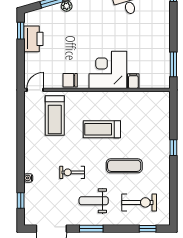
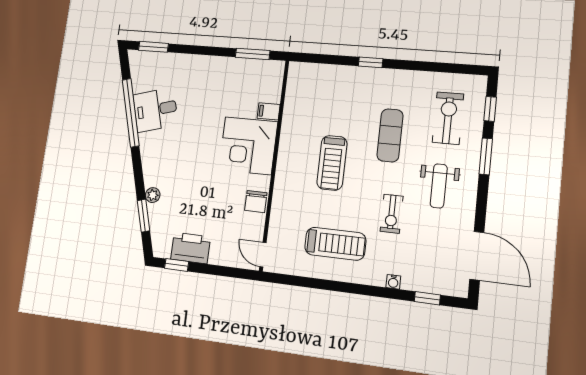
treadmill: (55, 116) -> (335, 244), moved
window: (91, 229) -> (486, 156), moved

